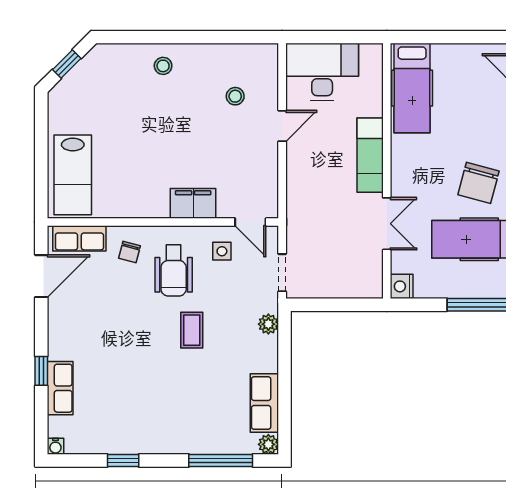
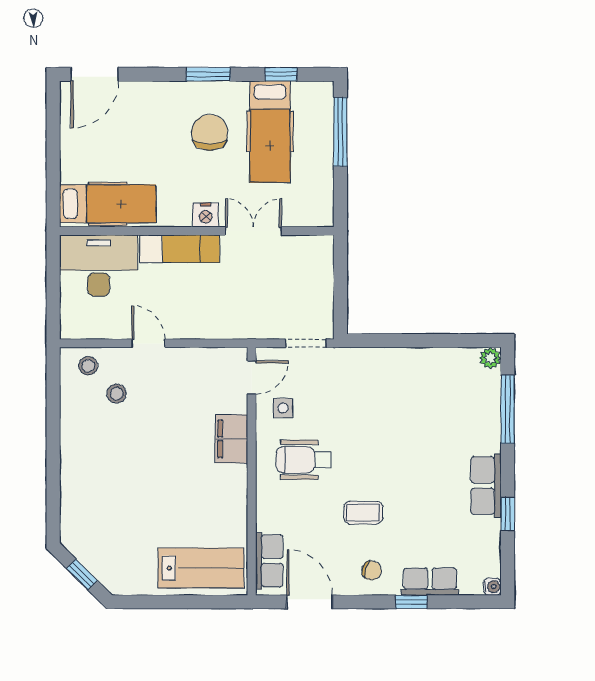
stool: (163, 66) -> (88, 366), moved
desk: (322, 72) -> (99, 266), moved, turned 90
chair: (478, 183) -> (210, 132), turned -105
chair: (129, 252) -> (372, 571), moved
wheelchair: (174, 271) -> (304, 460), turned 180
nightstand: (402, 286) -> (206, 215), moved
plant: (268, 324) -> (361, 358), removed
coffee table: (192, 330) -> (363, 513), moved
row of seats: (264, 403) -> (486, 485), moved, turned 90

